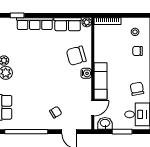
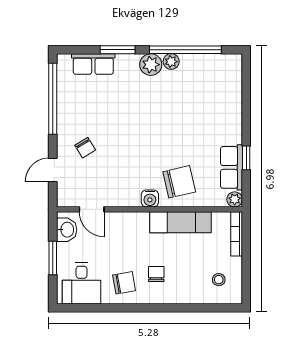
window: (17, 15) -> (246, 158), moved
row of seats: (35, 24) -> (232, 113), removed
chair: (138, 51) -> (156, 274), moved
chair: (76, 56) -> (179, 182), turned 93
exam couch: (101, 81) -> (181, 222), moved

